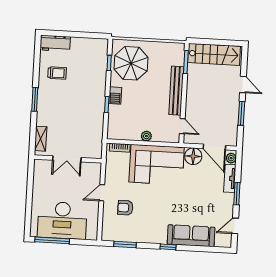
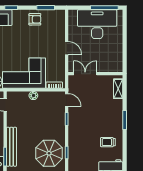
bench: (176, 91) -> (11, 147), moved
barbecue: (115, 96) -> (60, 127), removed
door: (105, 128) -> (67, 100), added
double door: (67, 159) -> (85, 74), moved
door: (102, 193) -> (67, 48), hinge flipped
armchair: (125, 208) -> (35, 19), moved

